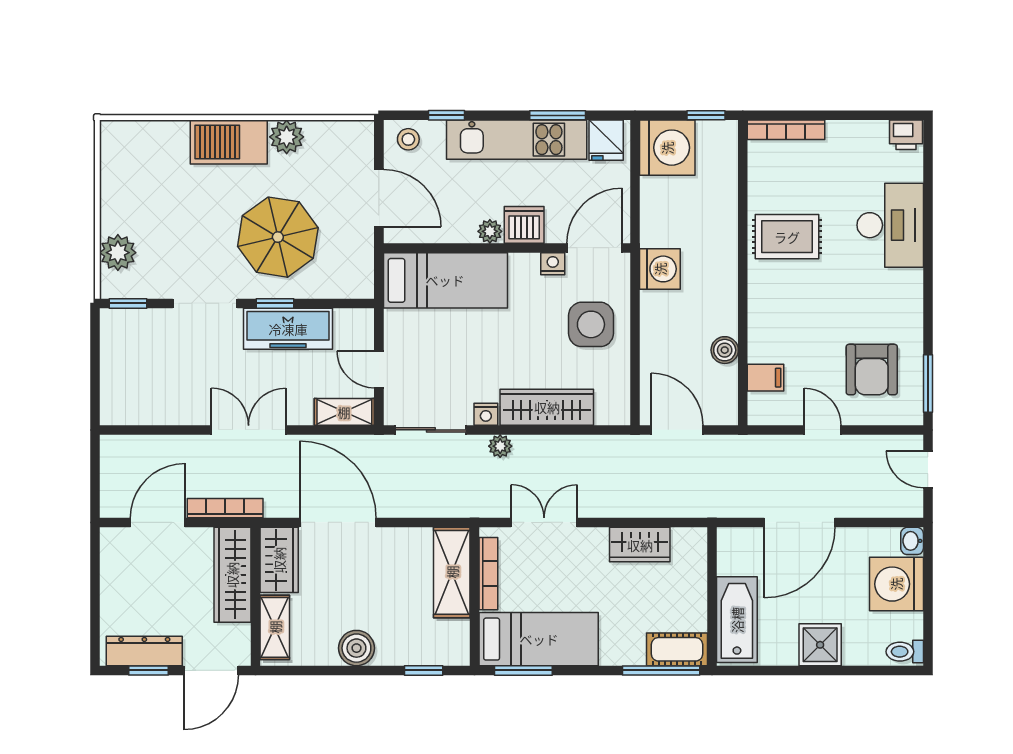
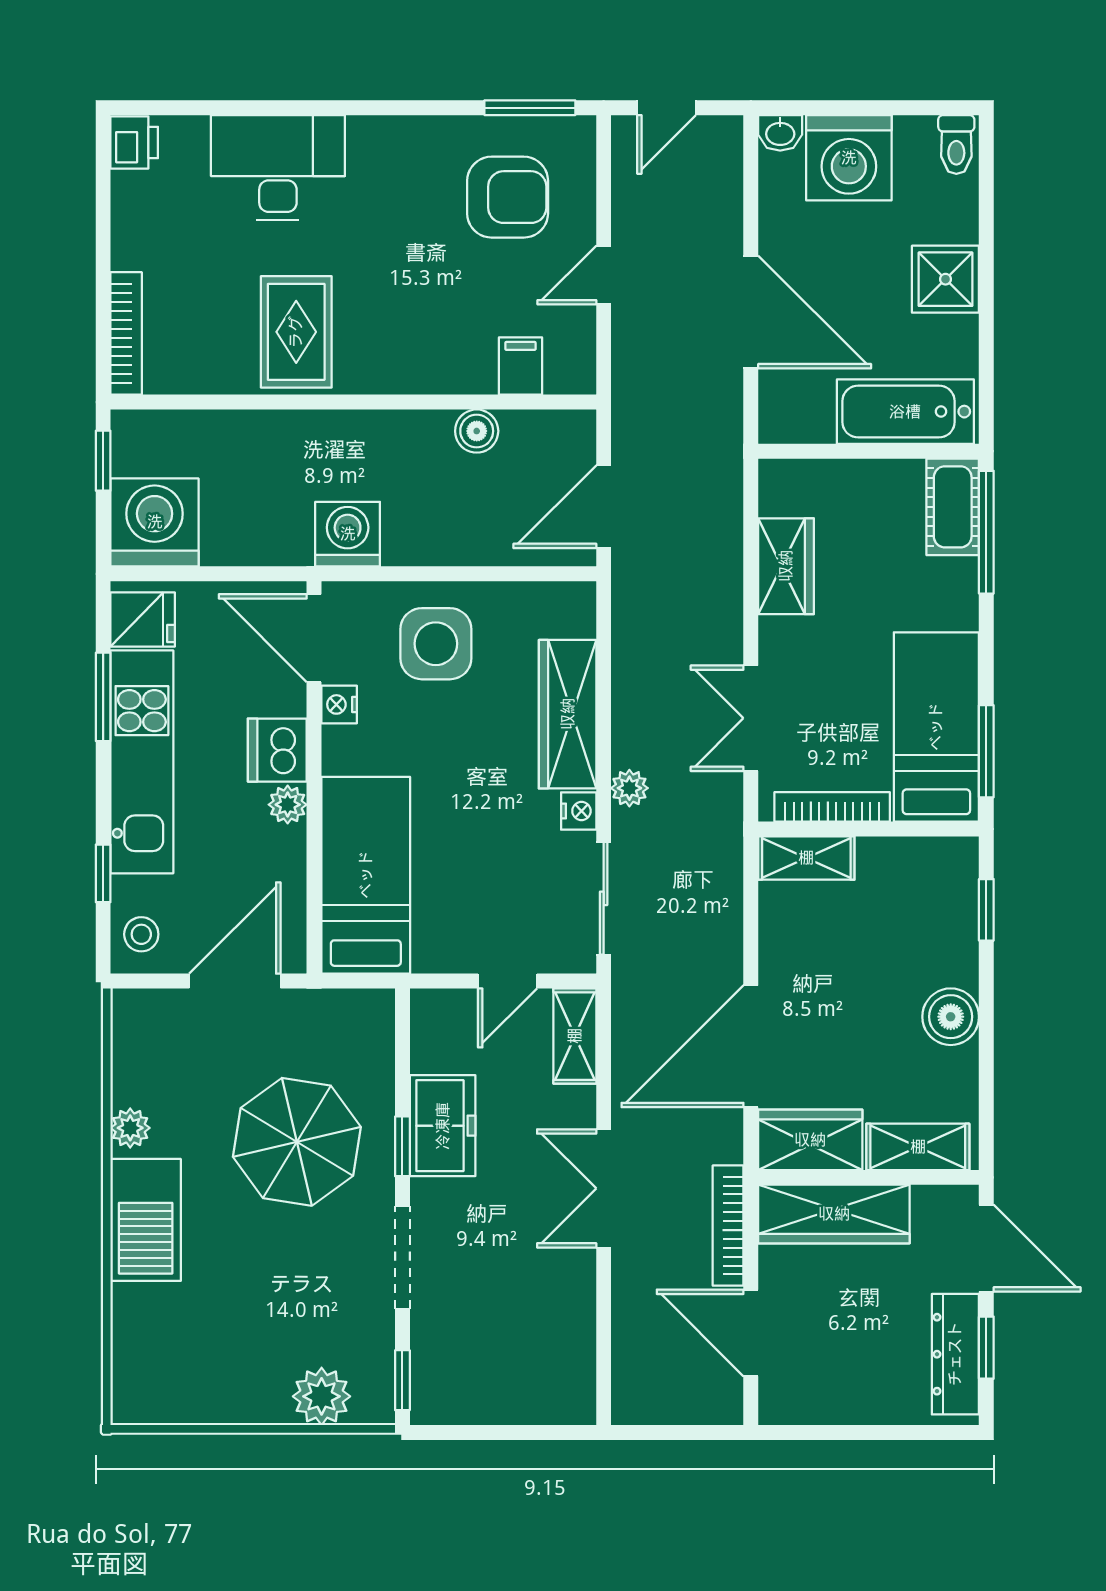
plant: (287, 137) -> (130, 1128), width x0.73, depth x0.73
freezer: (288, 329) -> (443, 1126), width x0.71
shelving: (452, 572) -> (806, 858), width x0.67, depth x0.75

